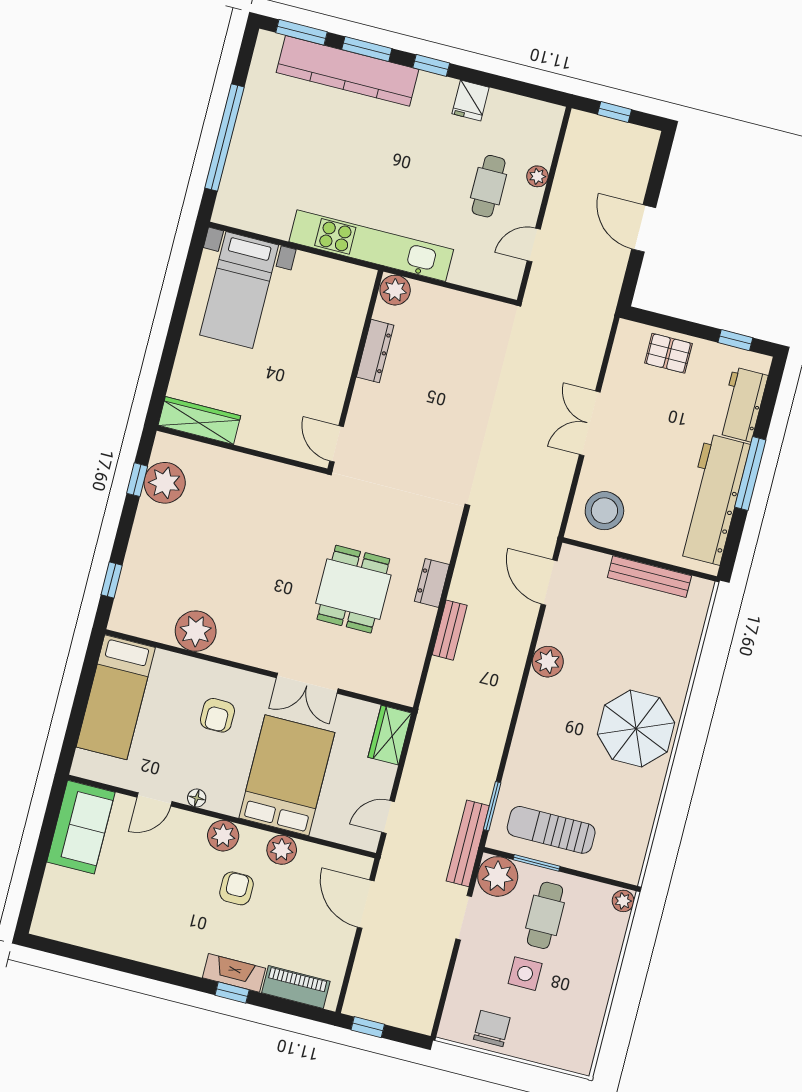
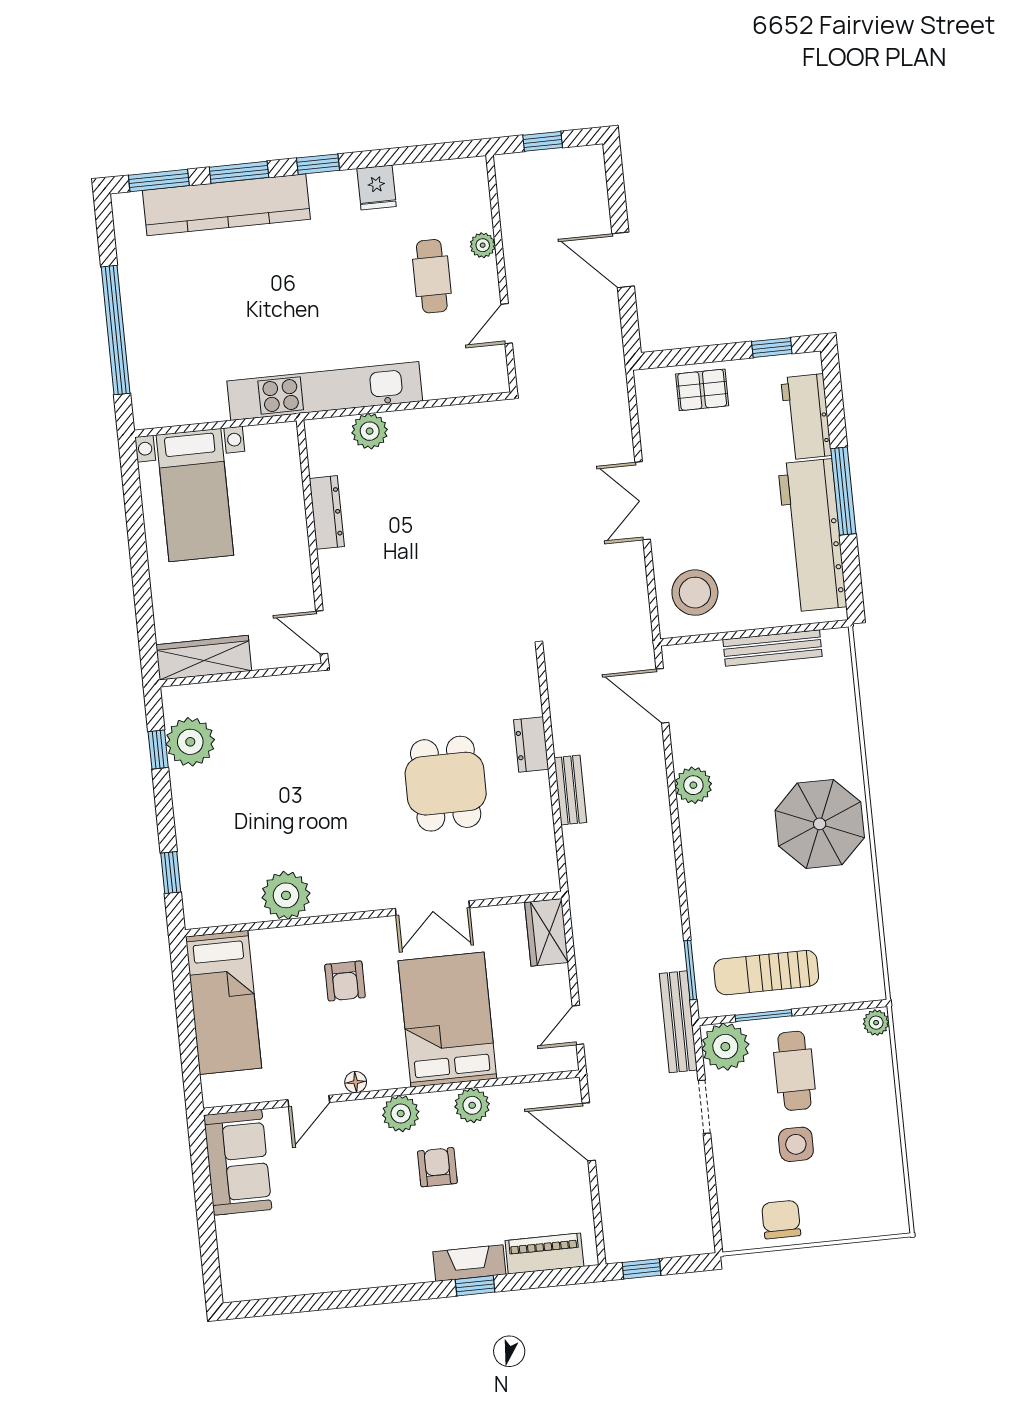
dresser: (375, 351) -> (327, 512), moved
wall: (355, 370) -> (312, 542), moved
door: (337, 444) -> (322, 632), moved

